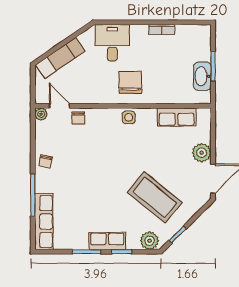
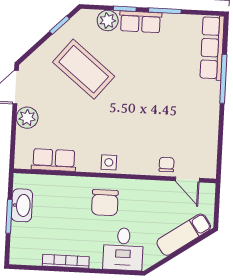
bookcase: (162, 30) -> (66, 261), width x1.56
plant: (41, 114) -> (209, 171), removed
chair: (45, 161) -> (207, 117), removed
plant: (150, 241) -> (108, 21), moved

